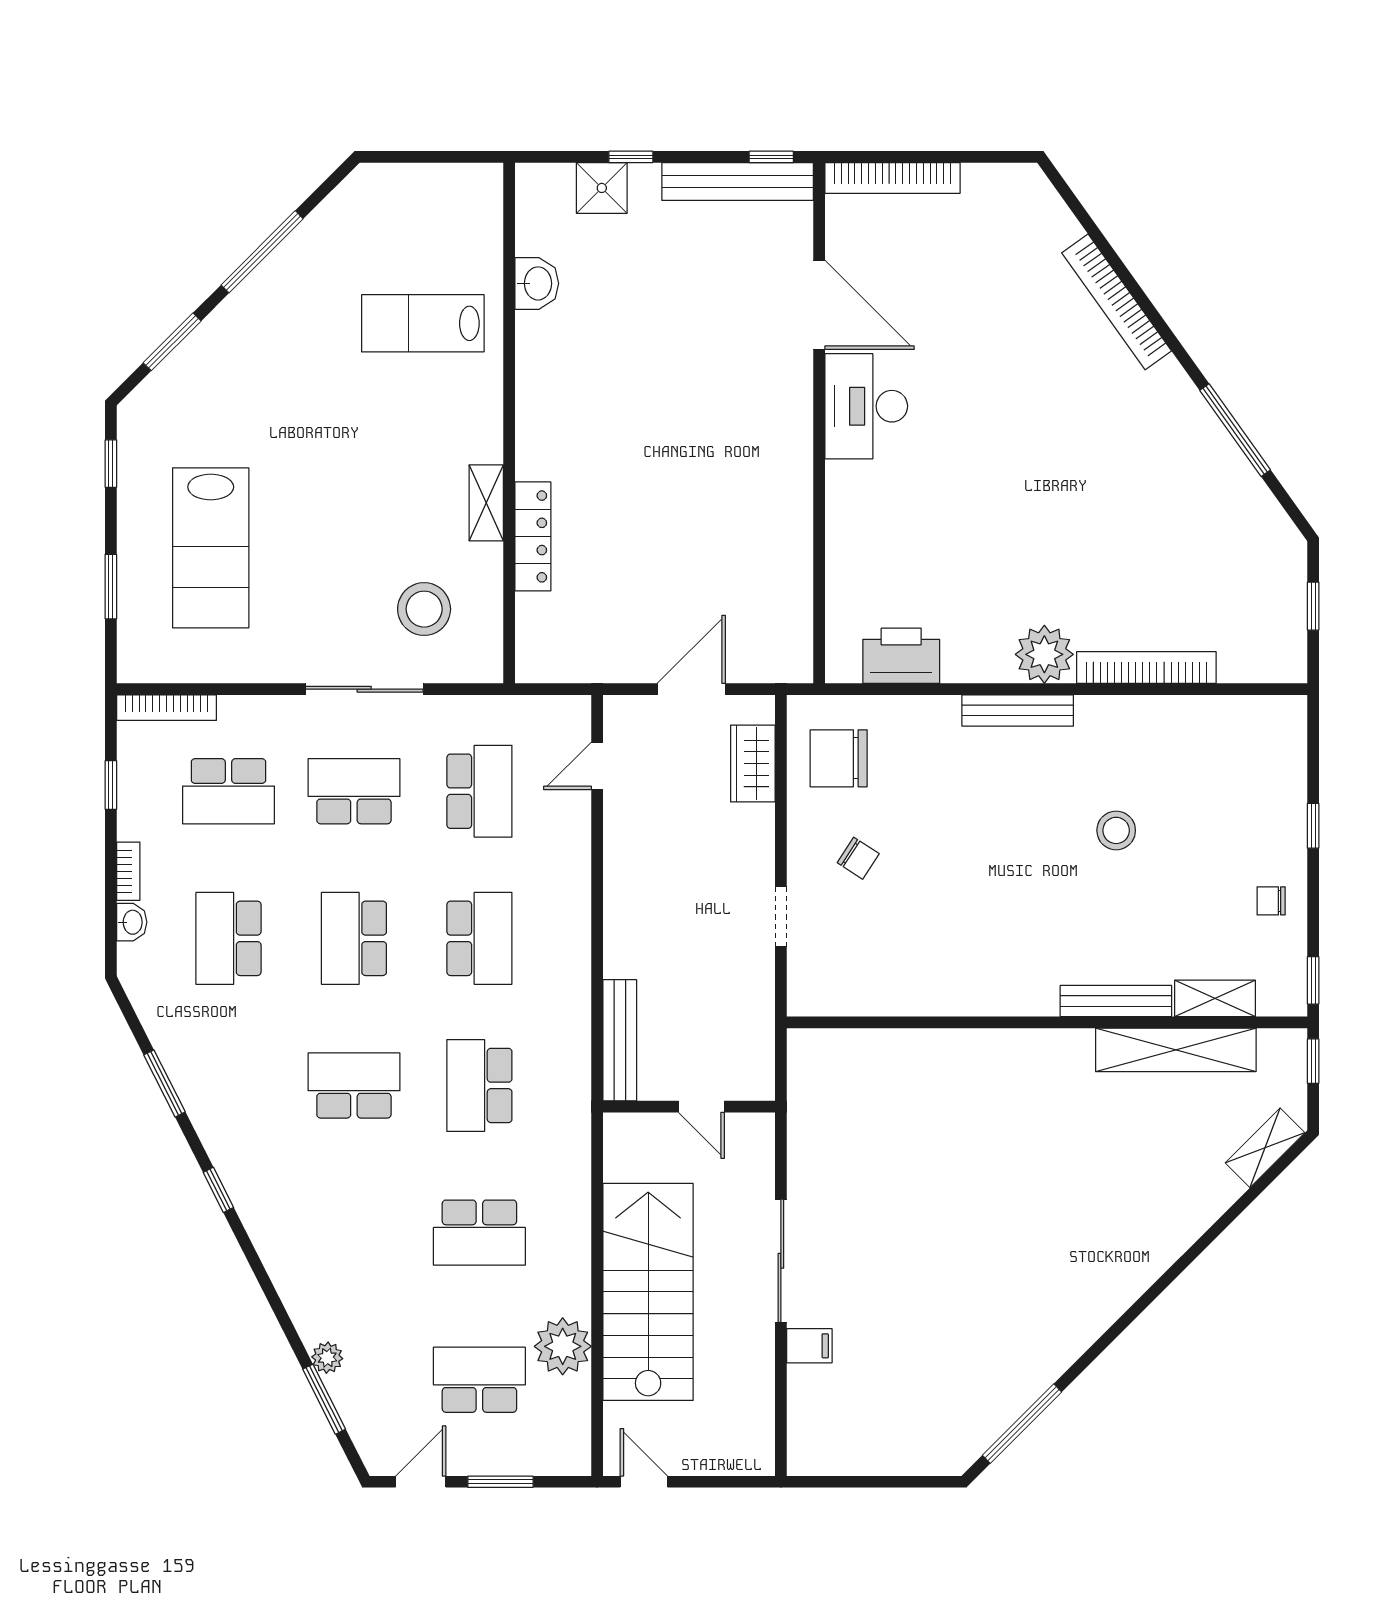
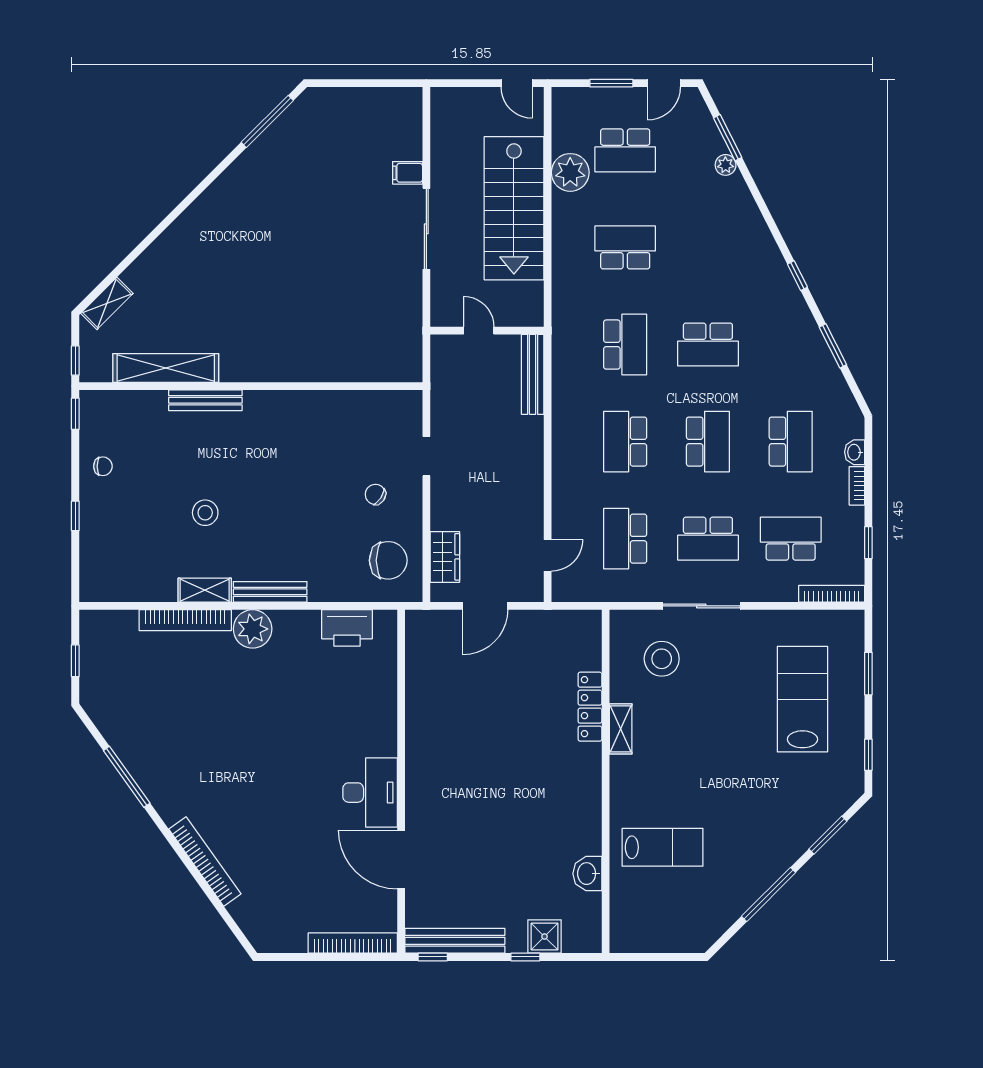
shelving: (1215, 998) -> (205, 590), moved

